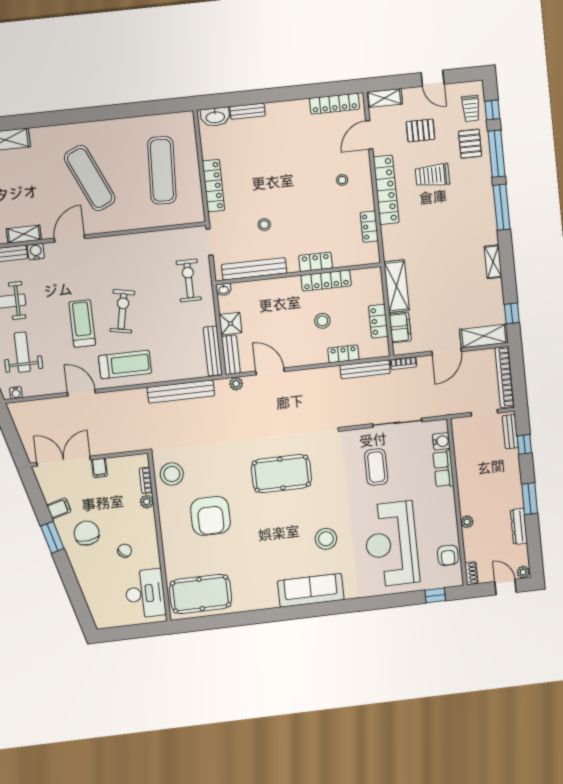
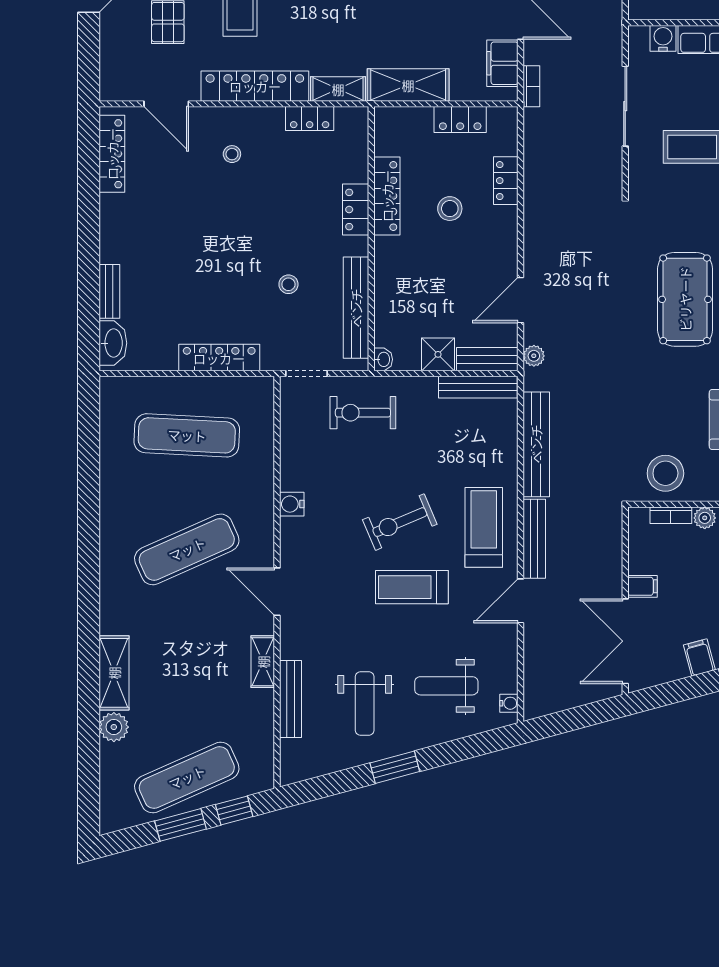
shelving: (384, 98) -> (338, 89), moved, turned 90
water cooler: (36, 252) -> (292, 504), moved
exercise bike: (122, 311) -> (400, 522), turned -34
filing cabinet: (400, 328) -> (502, 63), moved, turned -90
bench: (365, 369) -> (534, 539), moved

